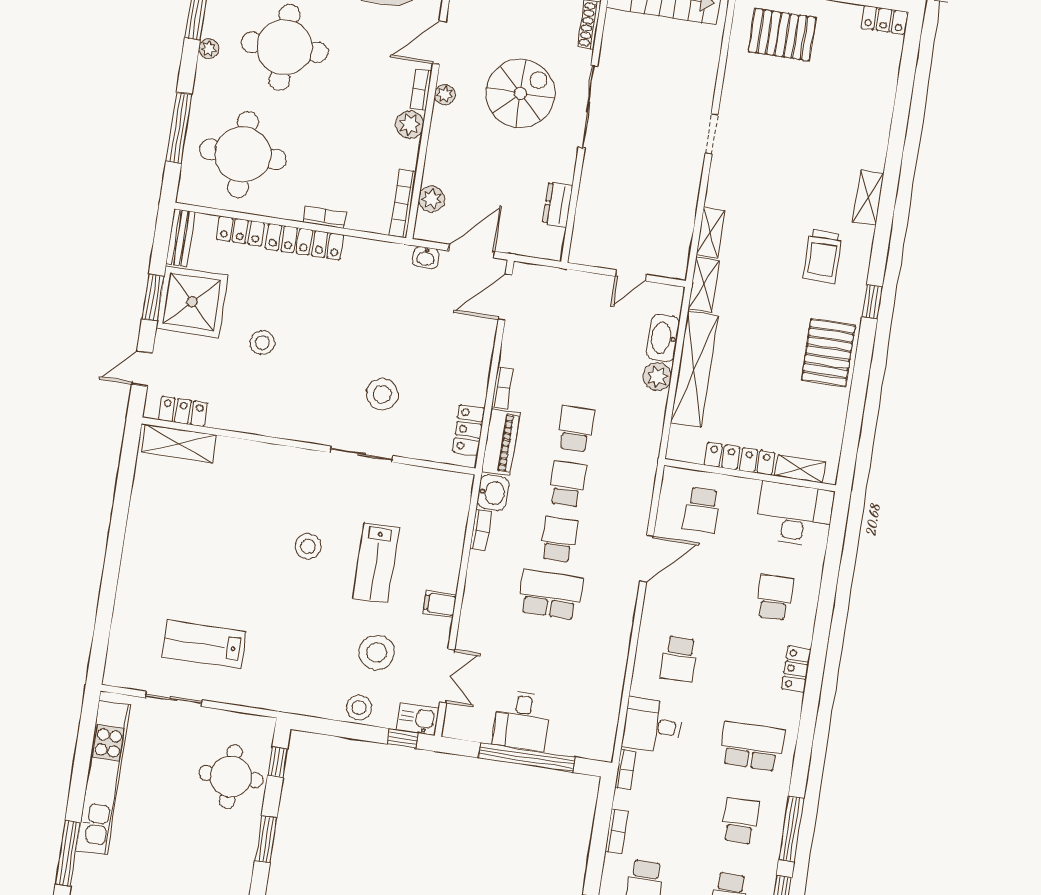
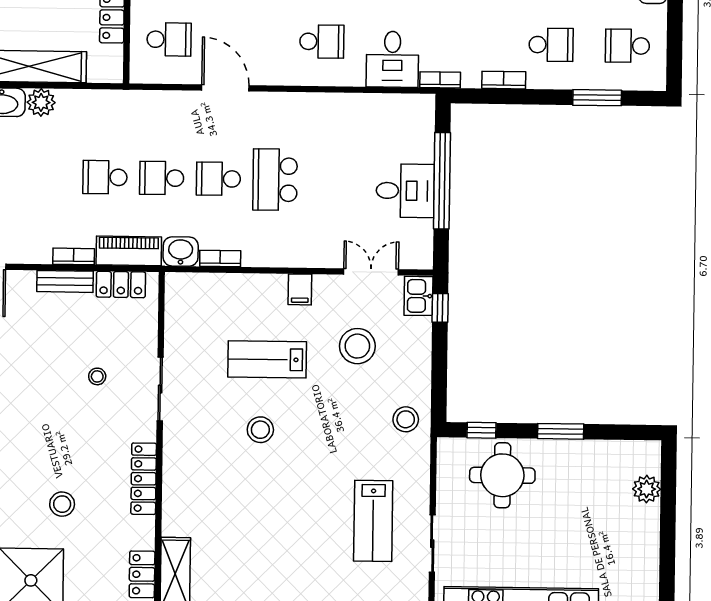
bench: (479, 376) -> (65, 281), added
stool: (382, 394) -> (97, 376), width x0.53, depth x0.53
locker: (276, 426) -> (144, 479), added
lab bench: (376, 563) -> (267, 359), turned 180
stool: (359, 708) -> (406, 419), moved

